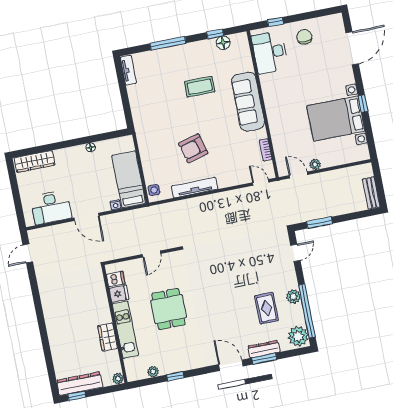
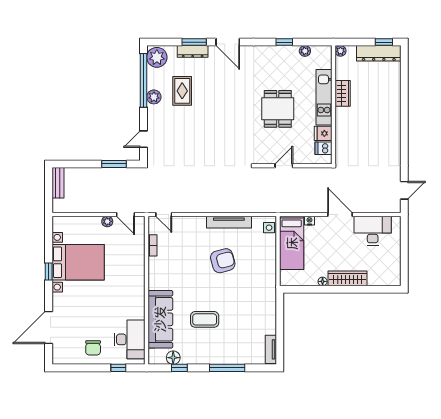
sofa: (248, 102) -> (160, 319), moved
wardrobe: (34, 161) -> (347, 278), moved

